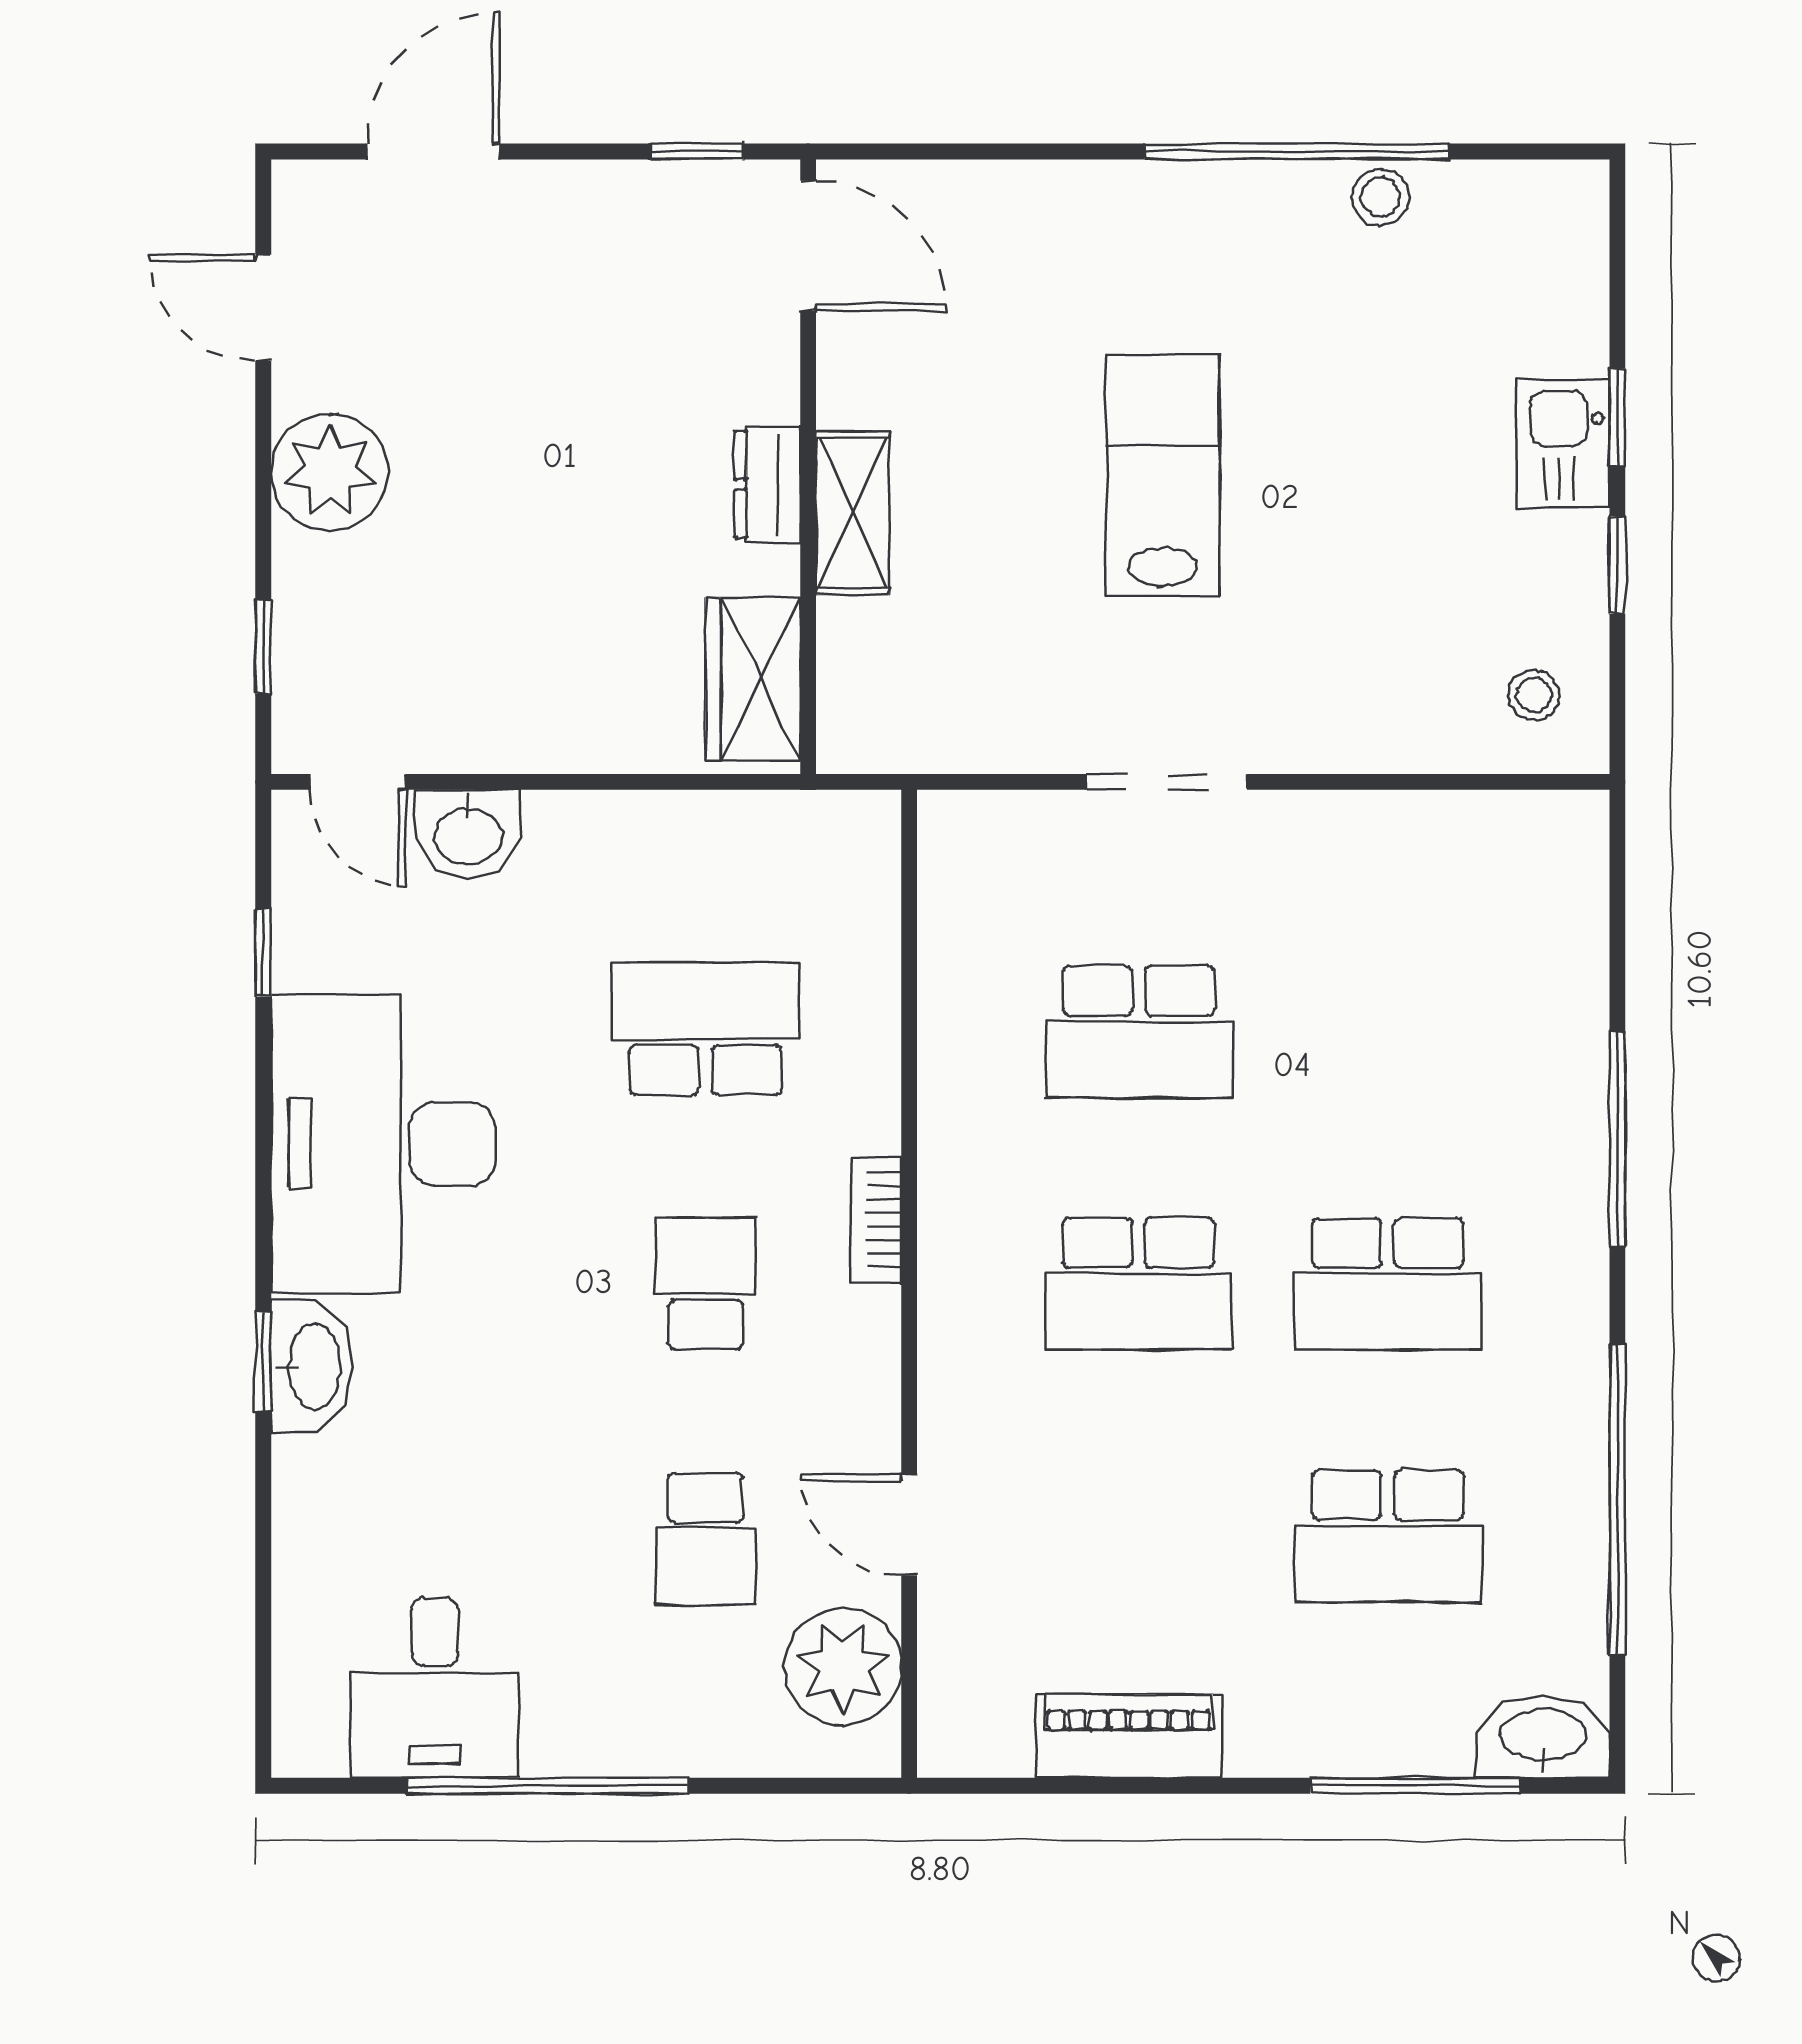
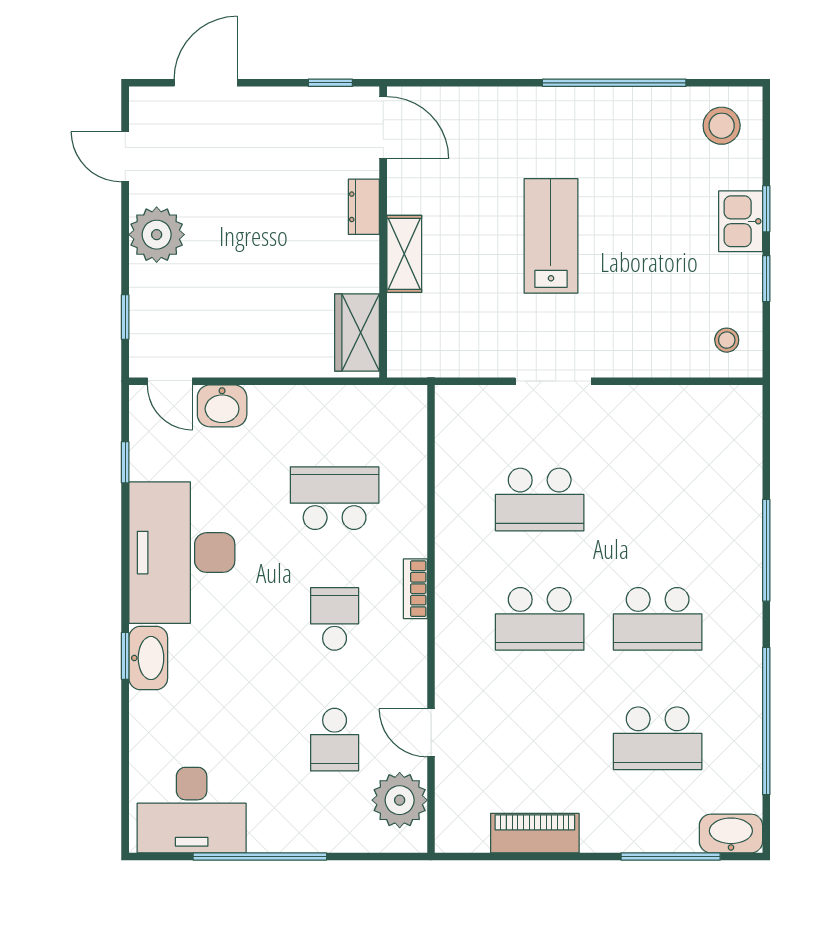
stool: (1381, 197) -> (722, 126), moved, width x1.37, depth x1.37
dresser: (767, 484) -> (364, 207), moved
desk: (435, 1688) -> (192, 810), width x1.37

